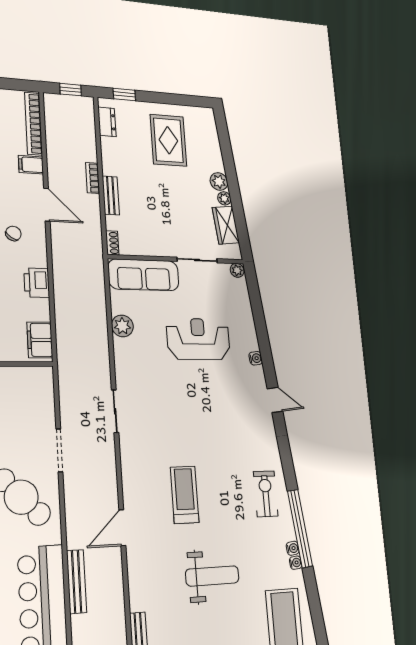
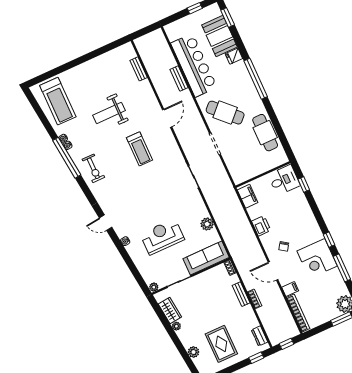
plant: (219, 181) -> (194, 352), moved
reception desk: (198, 339) -> (162, 237), turned 180
bench: (77, 582) -> (179, 79), width x0.73

